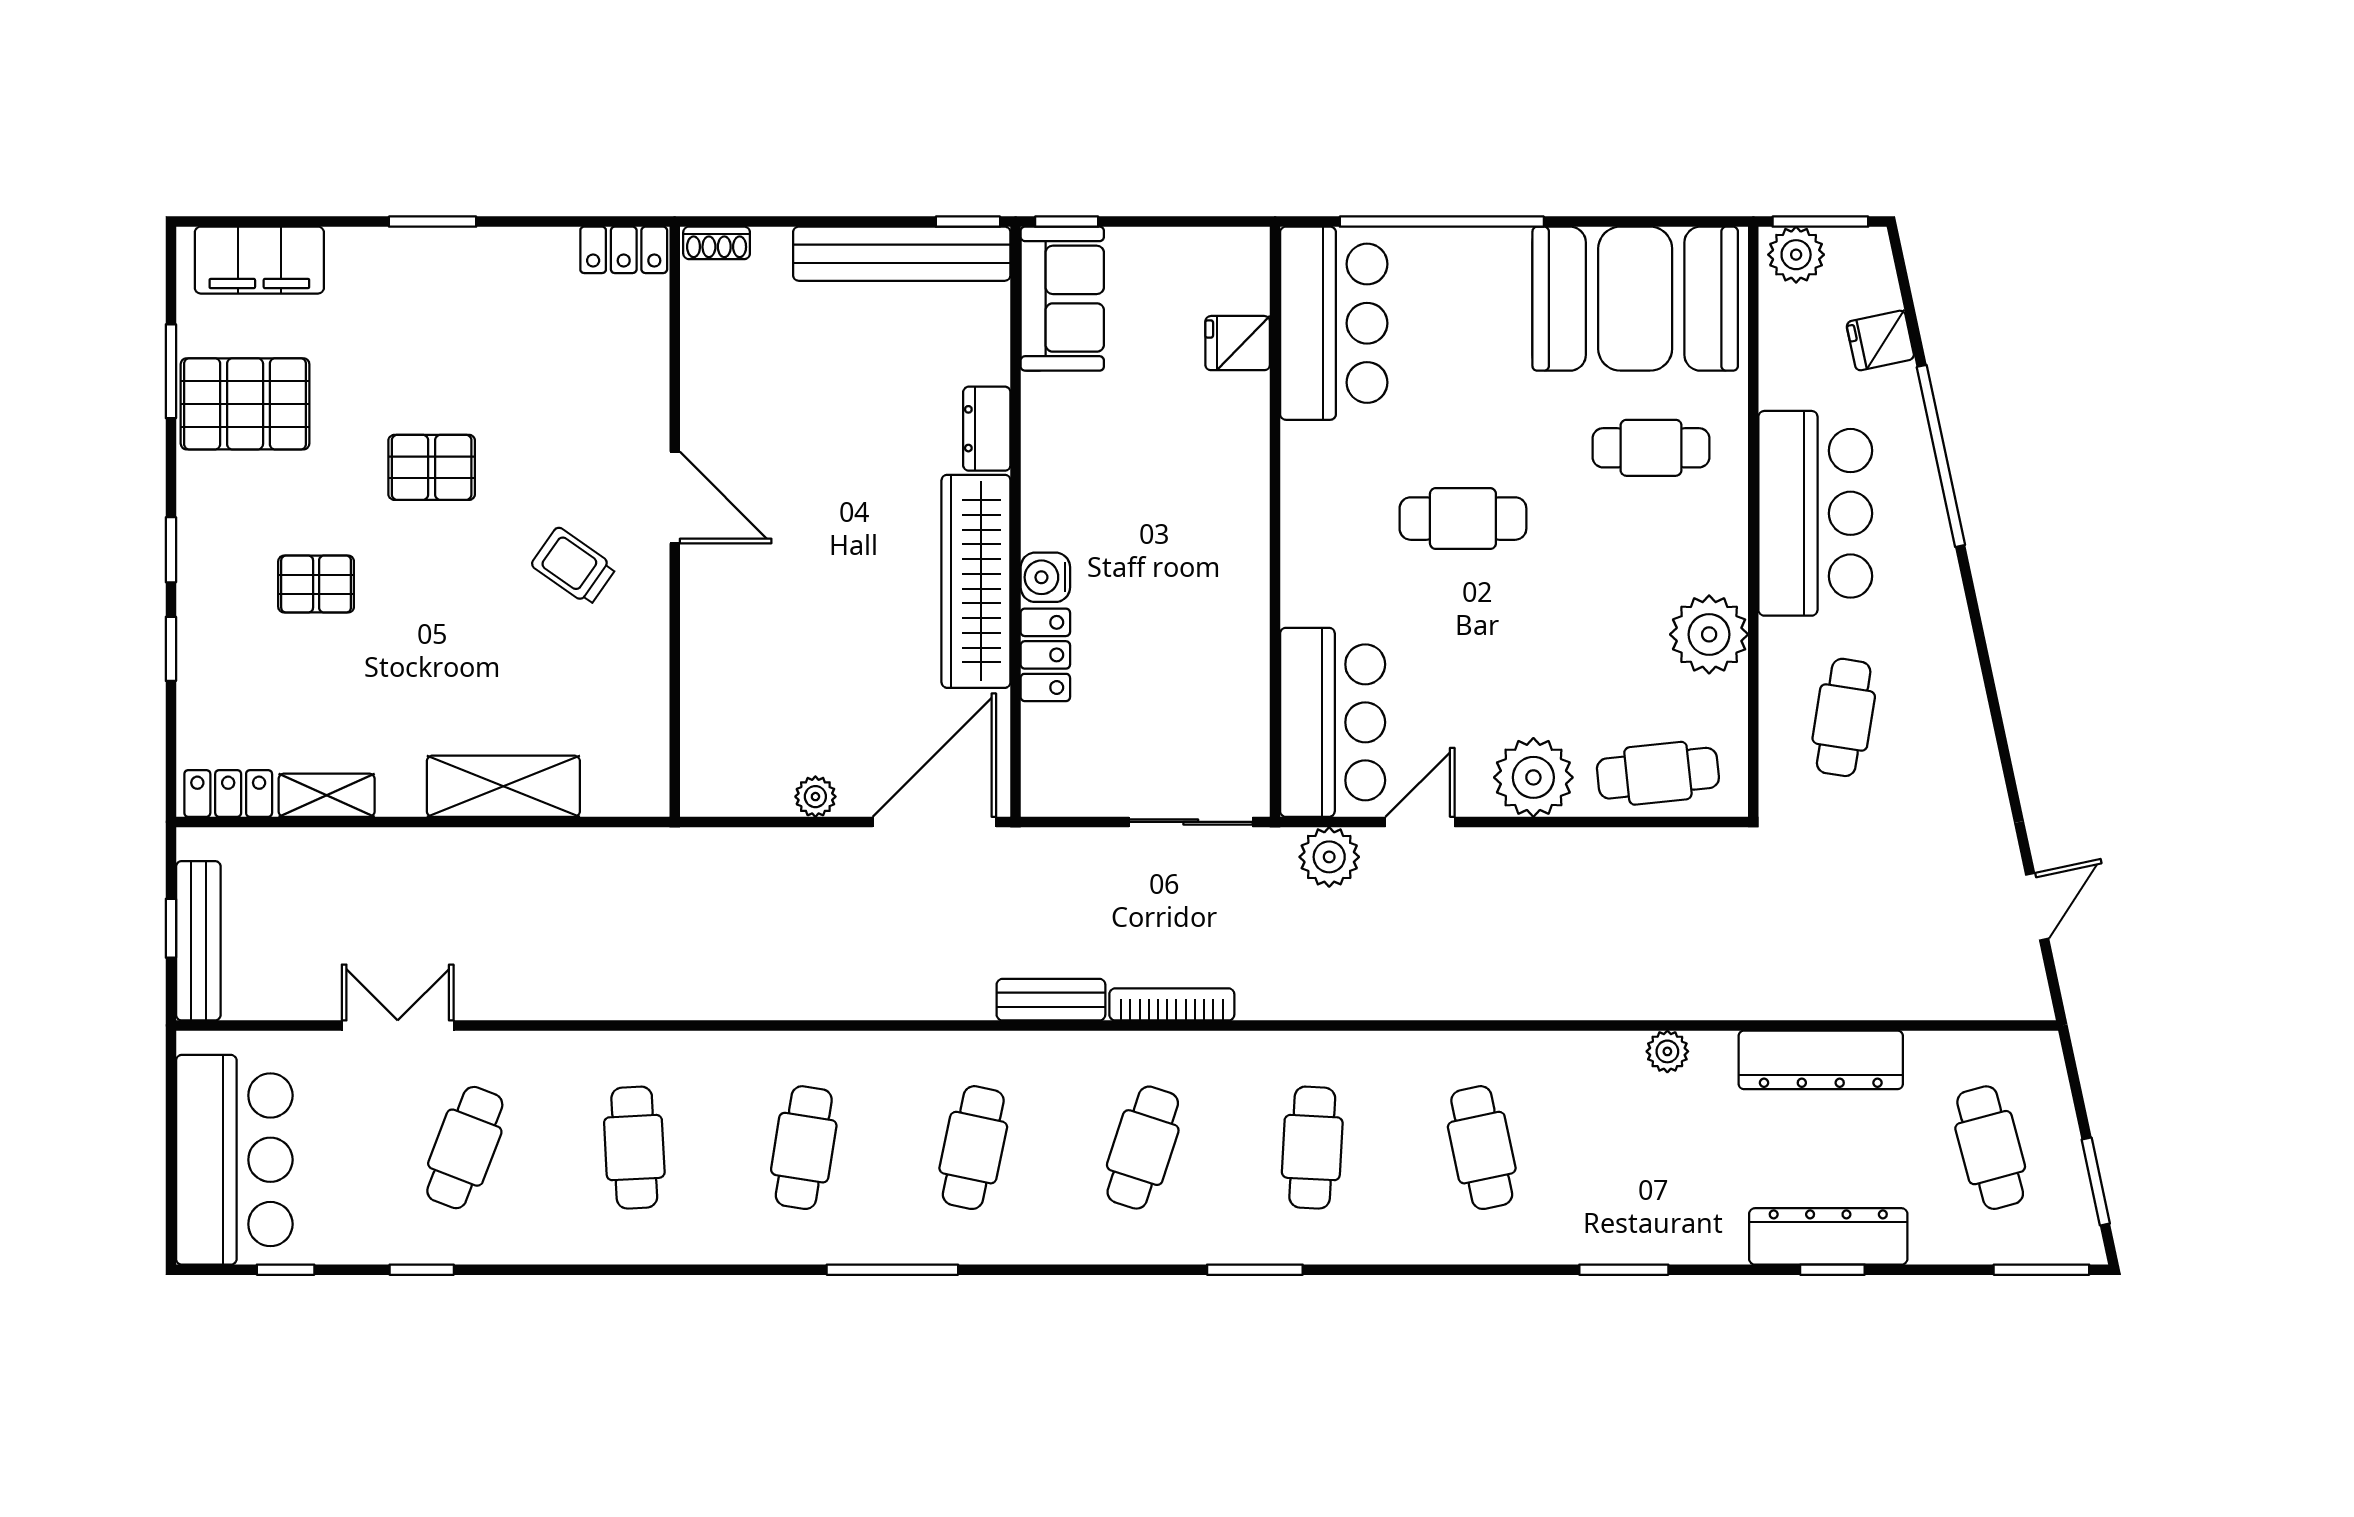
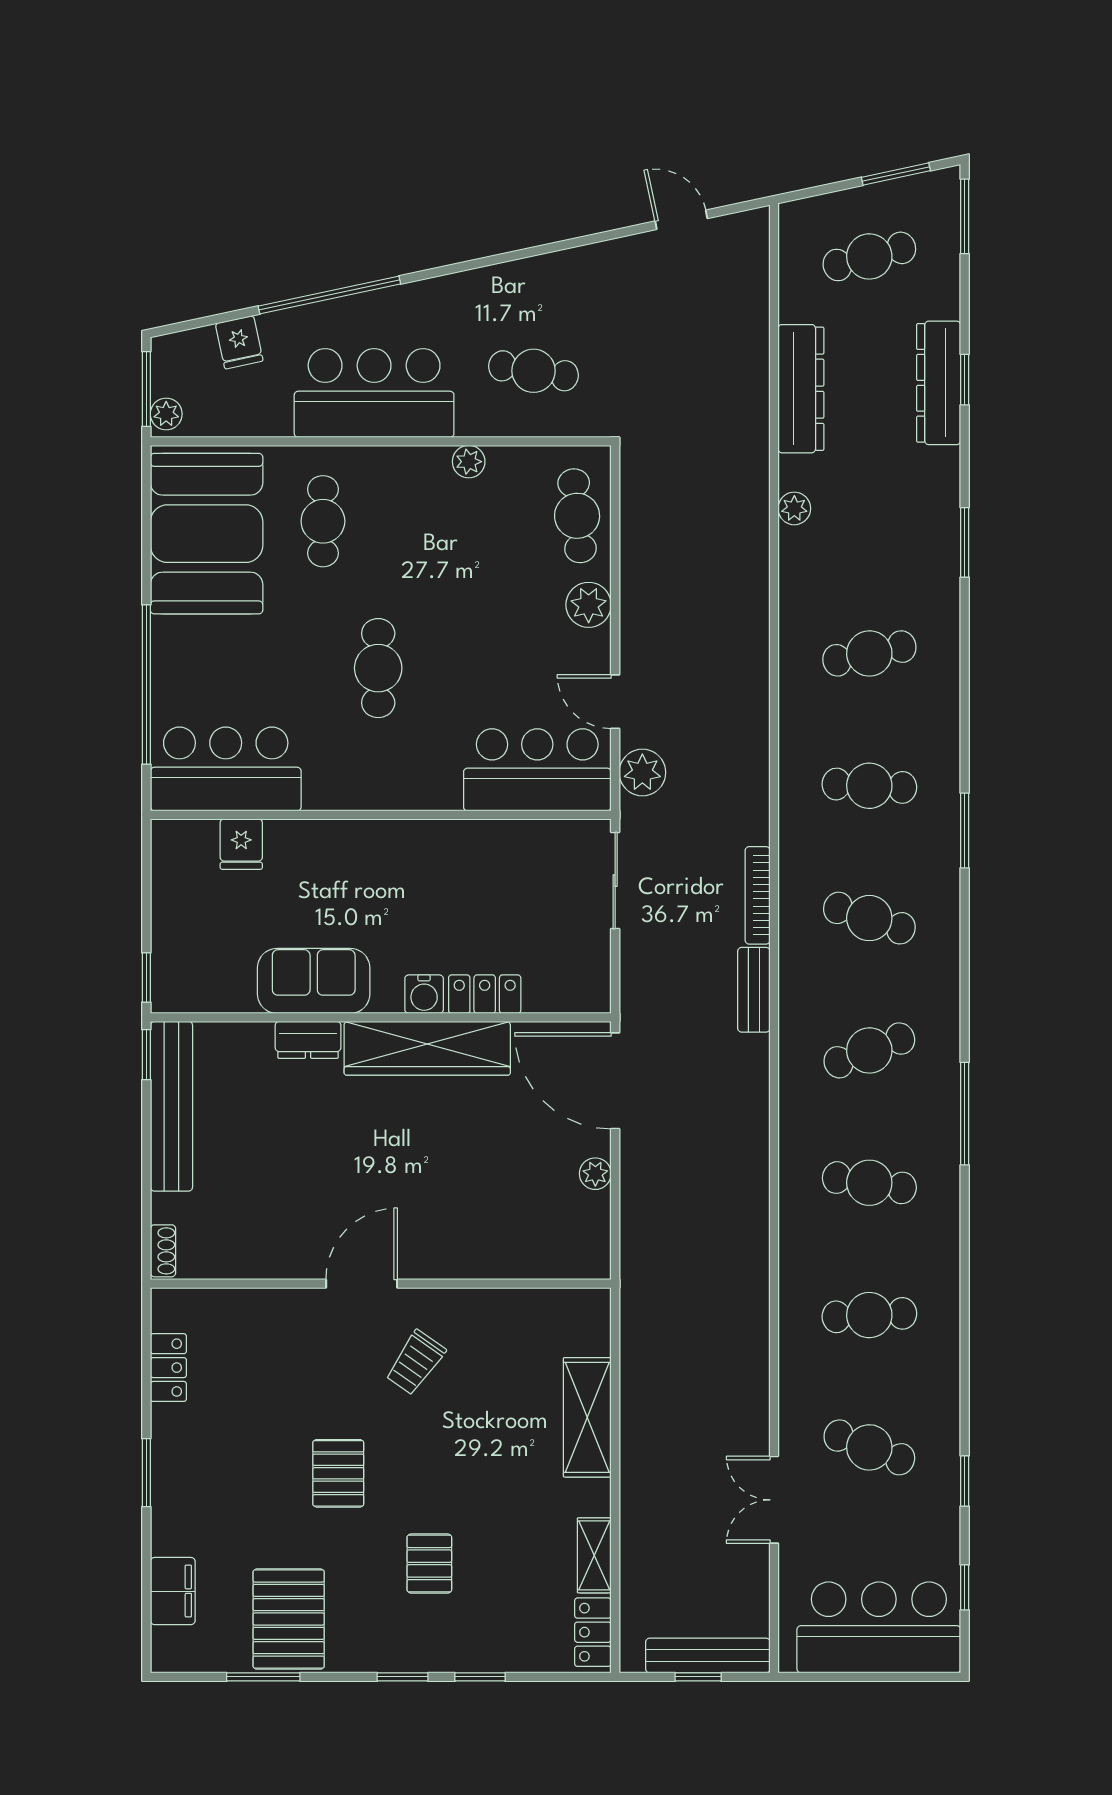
locker: (624, 250) -> (168, 1368), moved
plant: (1796, 255) -> (166, 414), width x0.73, depth x0.73
filing cabinet: (259, 260) -> (173, 1591), width x0.67, depth x0.86
sofa: (1062, 299) -> (314, 981), moved
plant: (1709, 634) -> (469, 462), width x0.53, depth x0.53
plant: (1533, 777) -> (589, 605), width x0.73, depth x0.73
cafe table: (973, 1148) -> (869, 1050), turned -33

